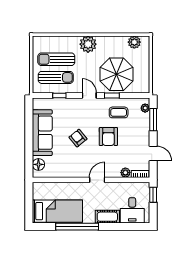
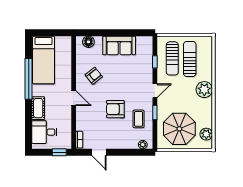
parasol: (117, 74) -> (179, 129), moved
window: (153, 120) -> (132, 152), removed
sofa: (42, 133) -> (119, 45), width x0.73
armchair: (78, 138) -> (94, 76), moved
door: (153, 153) -> (99, 152), hinge flipped
plant: (125, 173) -> (81, 126), removed

